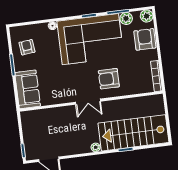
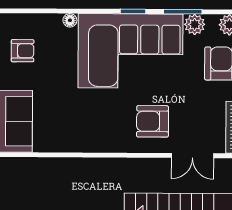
armchair: (27, 47) -> (23, 51), turned 96
double door: (88, 102) -> (192, 156), moved

